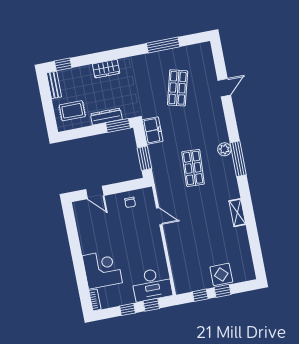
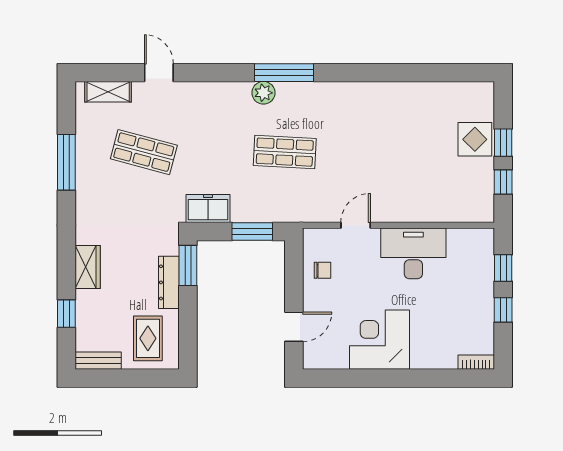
window: (63, 64) -> (66, 314), moved
shelving: (237, 213) -> (108, 92), moved
corner desk: (102, 269) -> (380, 340), moved
desk: (152, 284) -> (413, 253), moved, turned -90

